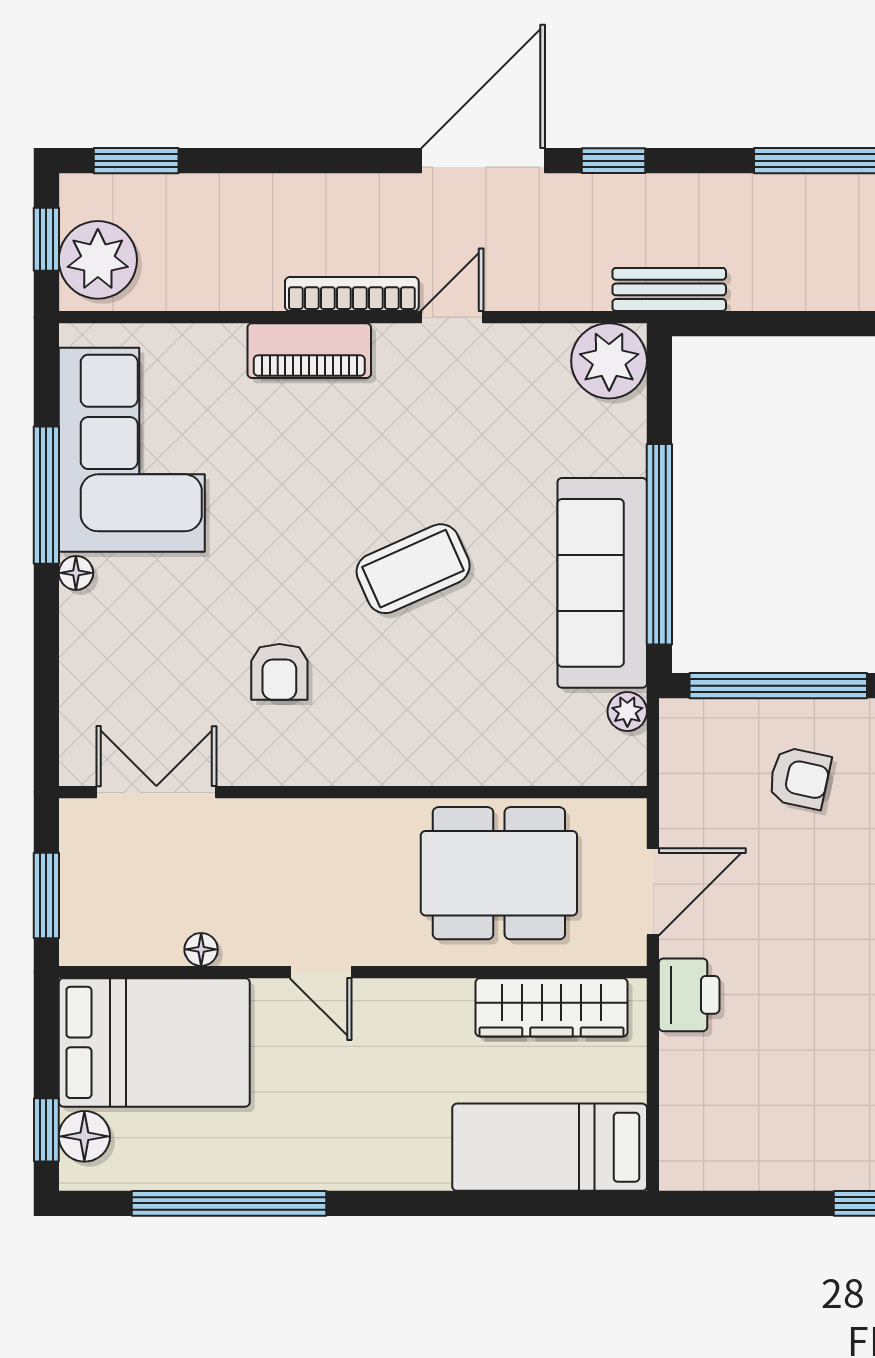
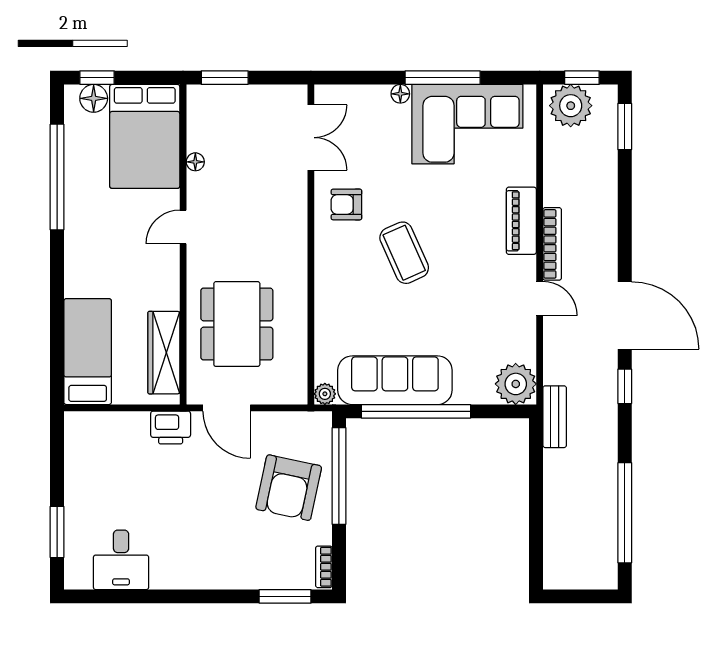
coffee table: (413, 569) -> (404, 253), moved
armchair: (799, 778) -> (289, 488), width x1.88, depth x1.88
double door: (156, 792) -> (311, 138), moved
wall: (353, 792) -> (311, 244), moved

